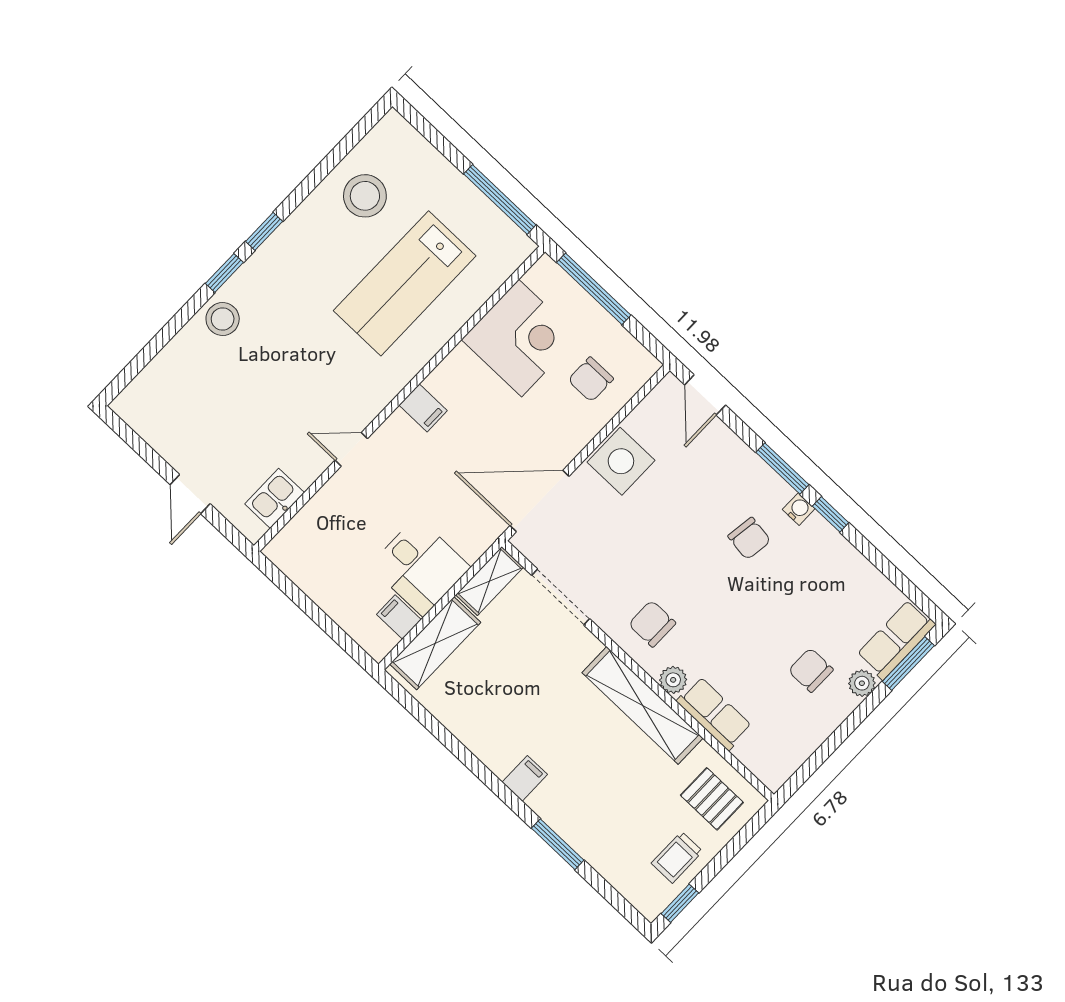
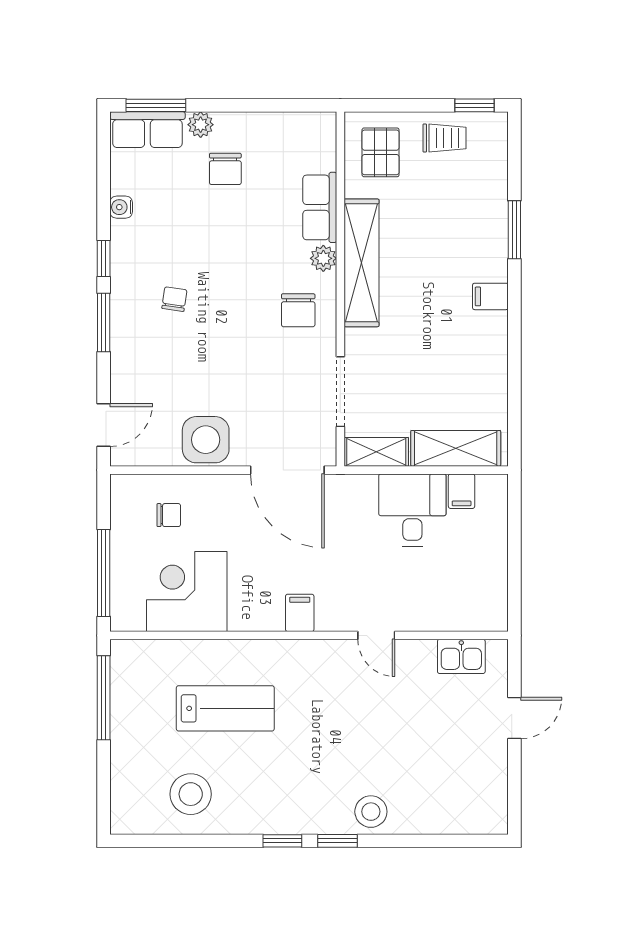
lab bench: (405, 283) -> (225, 708), width x0.73, depth x0.72
chair: (591, 379) -> (169, 515), width x0.73, depth x0.73
water cooler: (799, 509) -> (121, 207), moved
chair: (749, 538) -> (174, 299), width x0.73, depth x0.73

